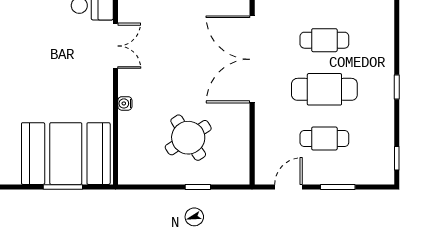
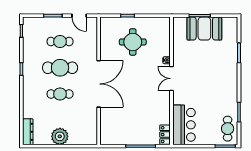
double door: (116, 46) -> (172, 79), moved
round table: (188, 138) -> (133, 42), turned 33
booth: (66, 154) -> (204, 29), width x0.73, depth x0.70
door: (288, 187) -> (79, 16), hinge flipped

